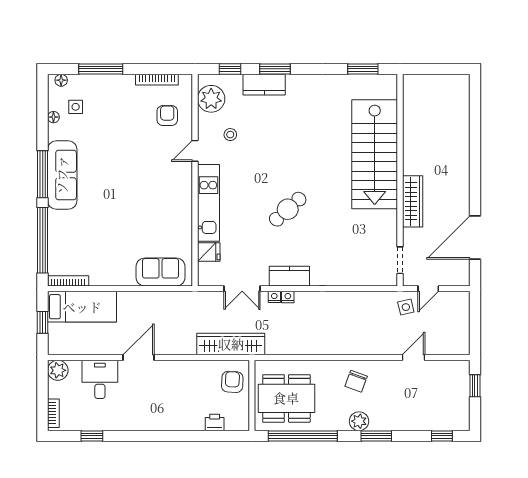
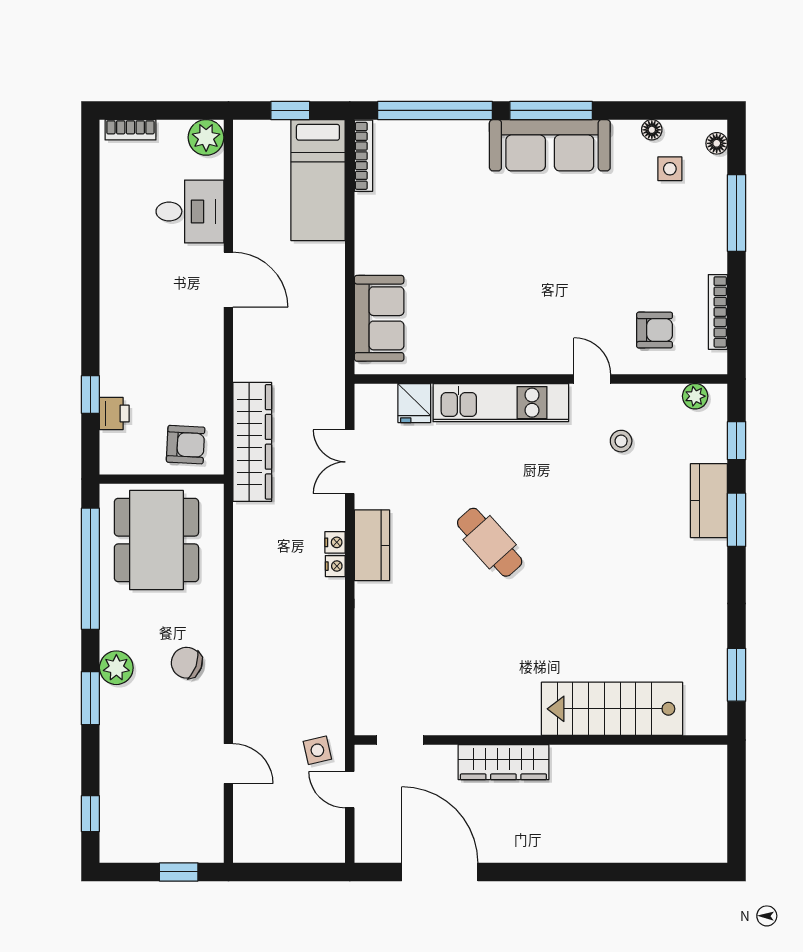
plant: (211, 99) -> (695, 396), width x0.53, depth x0.53
stairs: (375, 154) -> (612, 709), width x0.73, depth x0.66
nightstand: (274, 297) -> (335, 566), moved
window: (92, 436) -> (90, 395), moved

